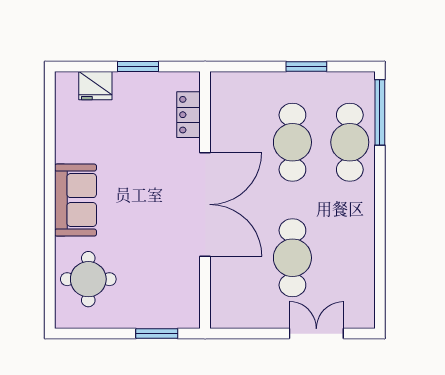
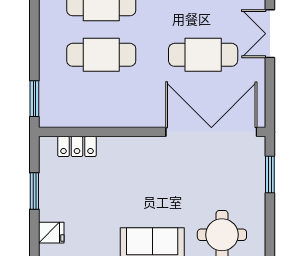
window: (306, 66) -> (34, 99), moved
fridge: (95, 86) -> (51, 233), width x0.72
double door: (205, 204) -> (211, 132), moved

